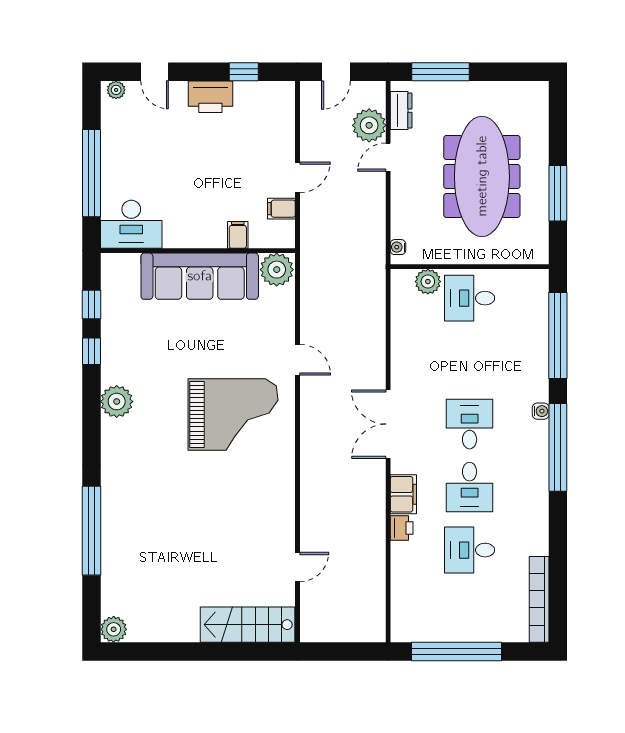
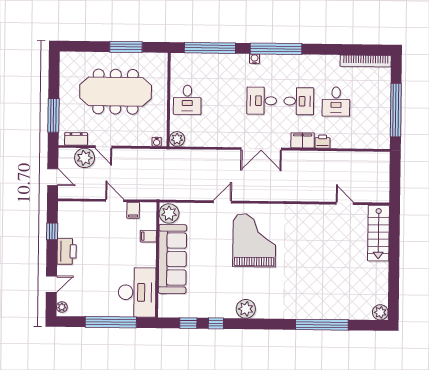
desk: (131, 224) -> (137, 292), width x1.36, depth x1.30
plant: (428, 282) -> (177, 139), moved

